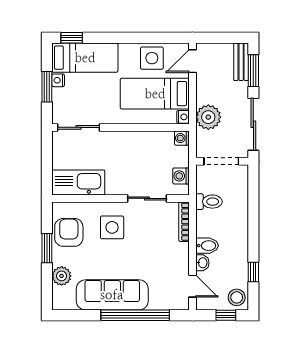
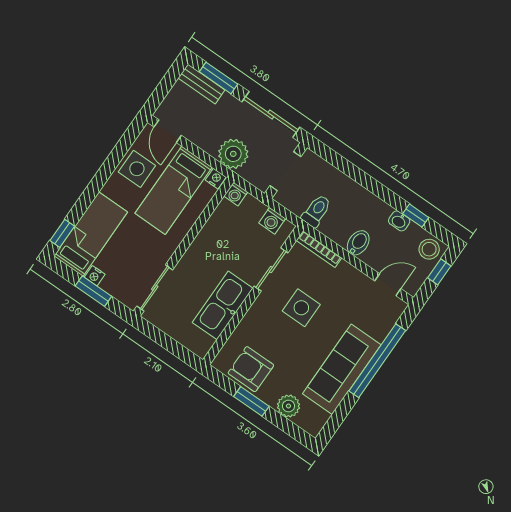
kitchen sink: (78, 182) -> (223, 305), moved
side table: (112, 227) -> (301, 308), moved
washbasin: (202, 263) -> (399, 221), moved, turned 180

